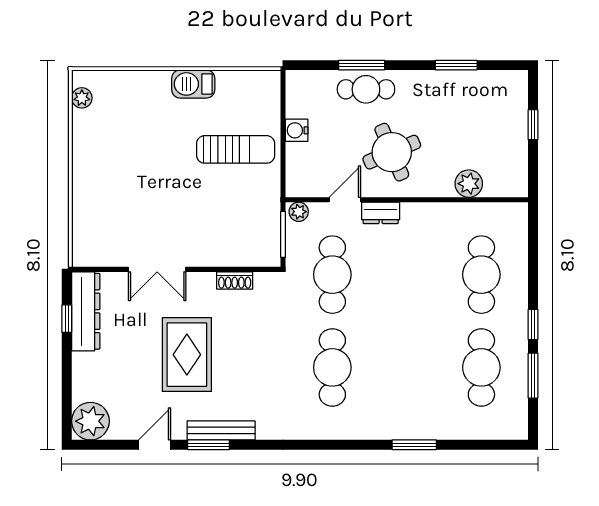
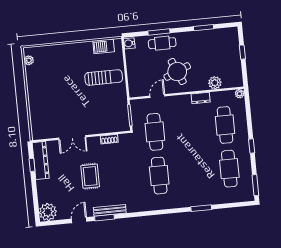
barbecue: (193, 84) -> (104, 46), moved
water cooler: (297, 130) -> (129, 43), moved
plant: (299, 212) -> (240, 94), moved
dresser: (381, 213) -> (201, 98), moved
rug: (187, 355) -> (90, 176), width x0.73, depth x0.70
window: (533, 376) -> (255, 185), moved

